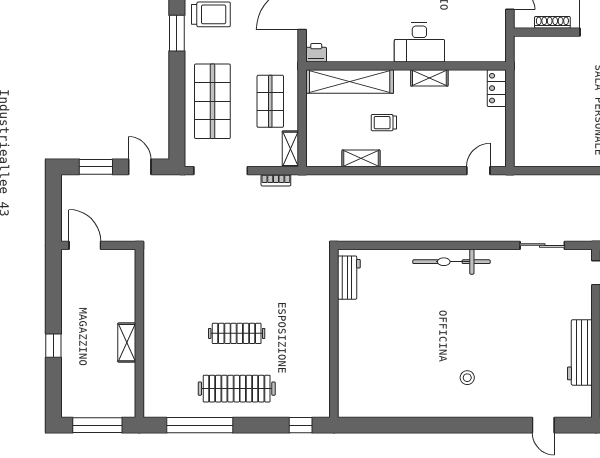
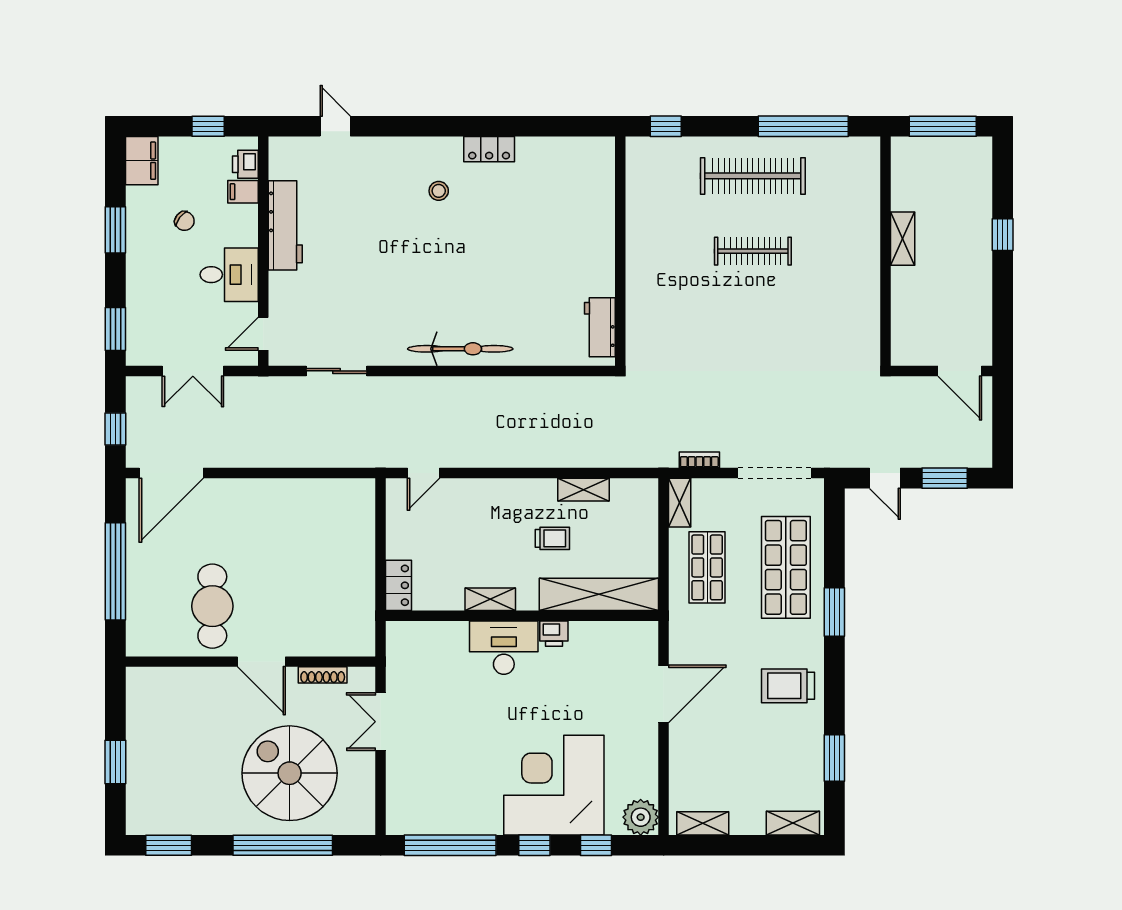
window: (177, 33) -> (834, 612), moved
printer: (316, 53) -> (554, 634), moved
locker: (430, 408) -> (489, 149), added

